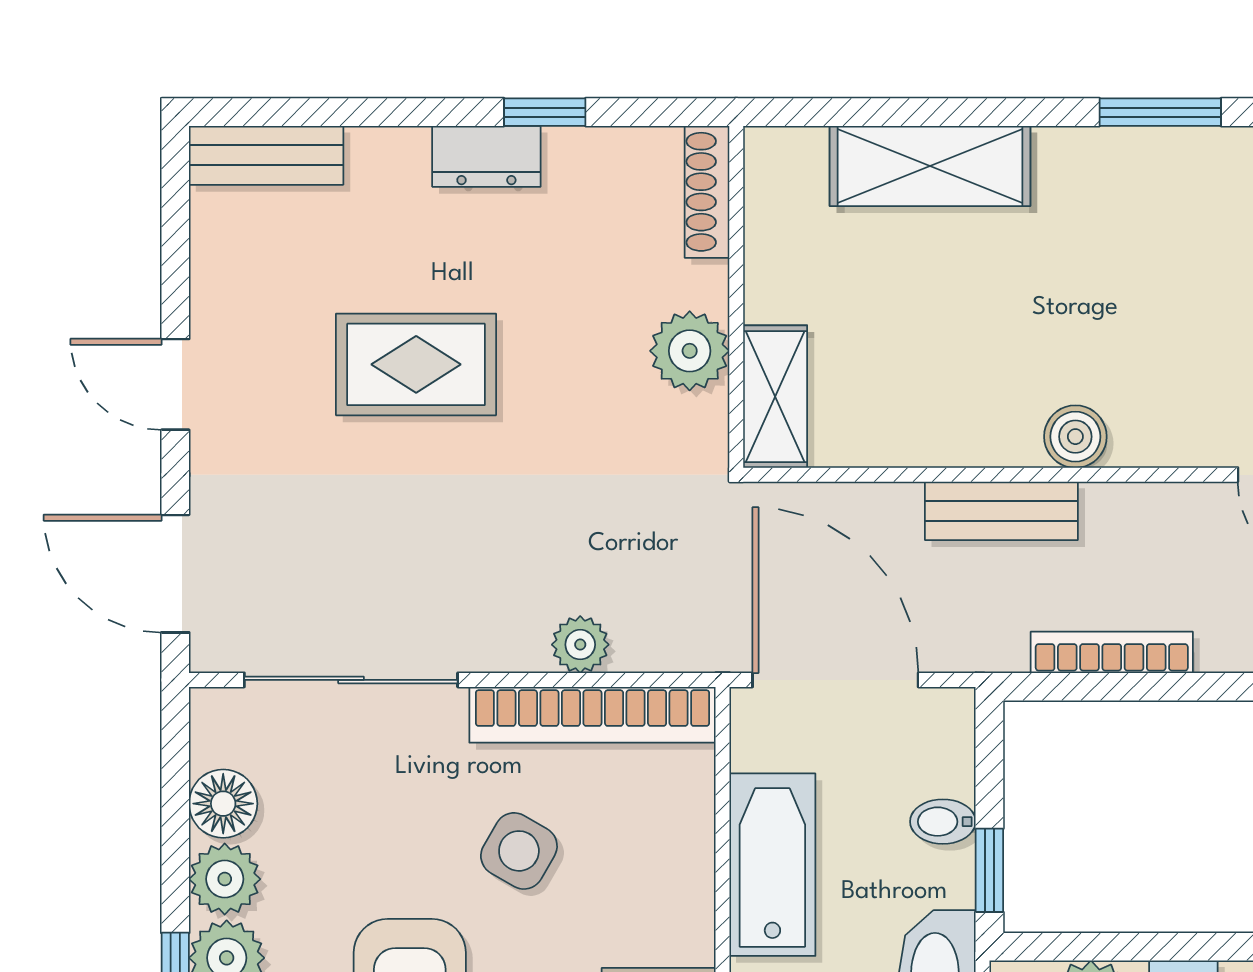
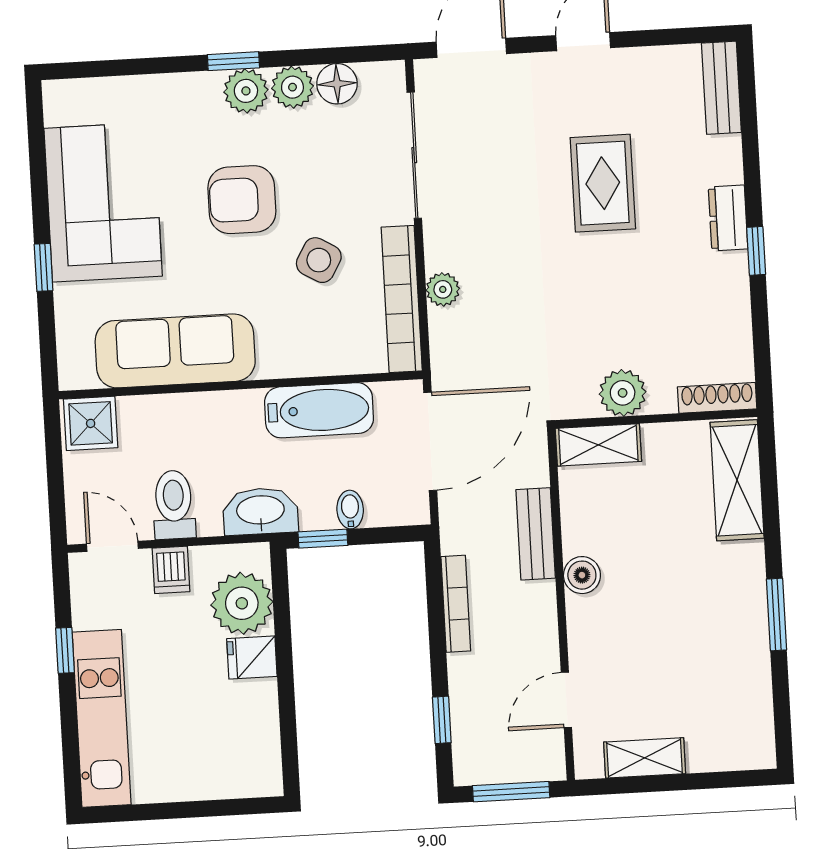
shoe rack: (707, 192) -> (717, 398), moved
wall: (736, 297) -> (656, 419), moved
plant: (690, 351) -> (623, 393), moved
shelving: (775, 397) -> (598, 445), moved

